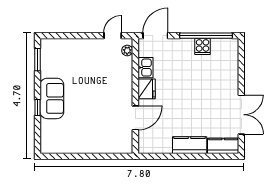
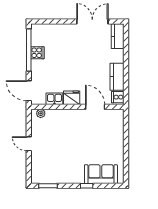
door: (113, 36) -> (29, 144), moved
sofa: (52, 98) -> (101, 174), moved
kitchen counter: (190, 145) -> (117, 77), moved
cooker: (147, 146) -> (118, 97), added

